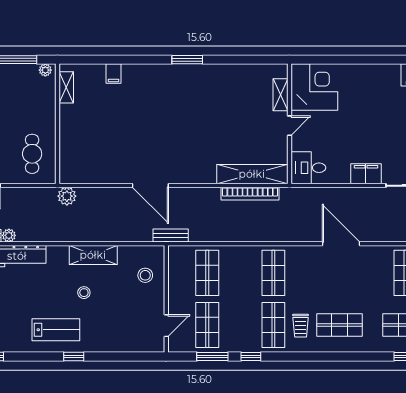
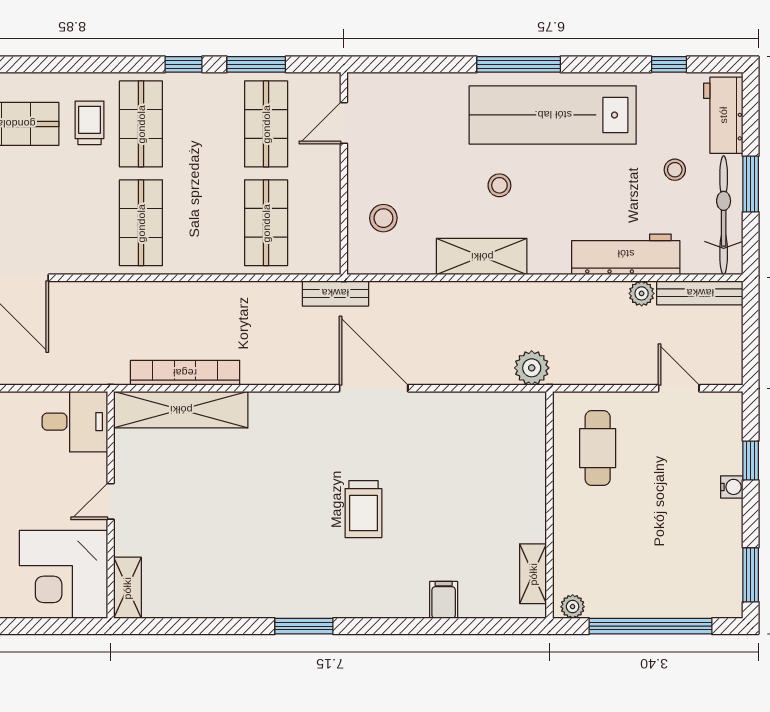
shelving: (280, 95) -> (127, 588), moved
trolley: (156, 122) -> (363, 509), added
lab bench: (56, 330) -> (553, 115), width x1.86, depth x1.39
window: (74, 356) -> (519, 64), width x2.17

